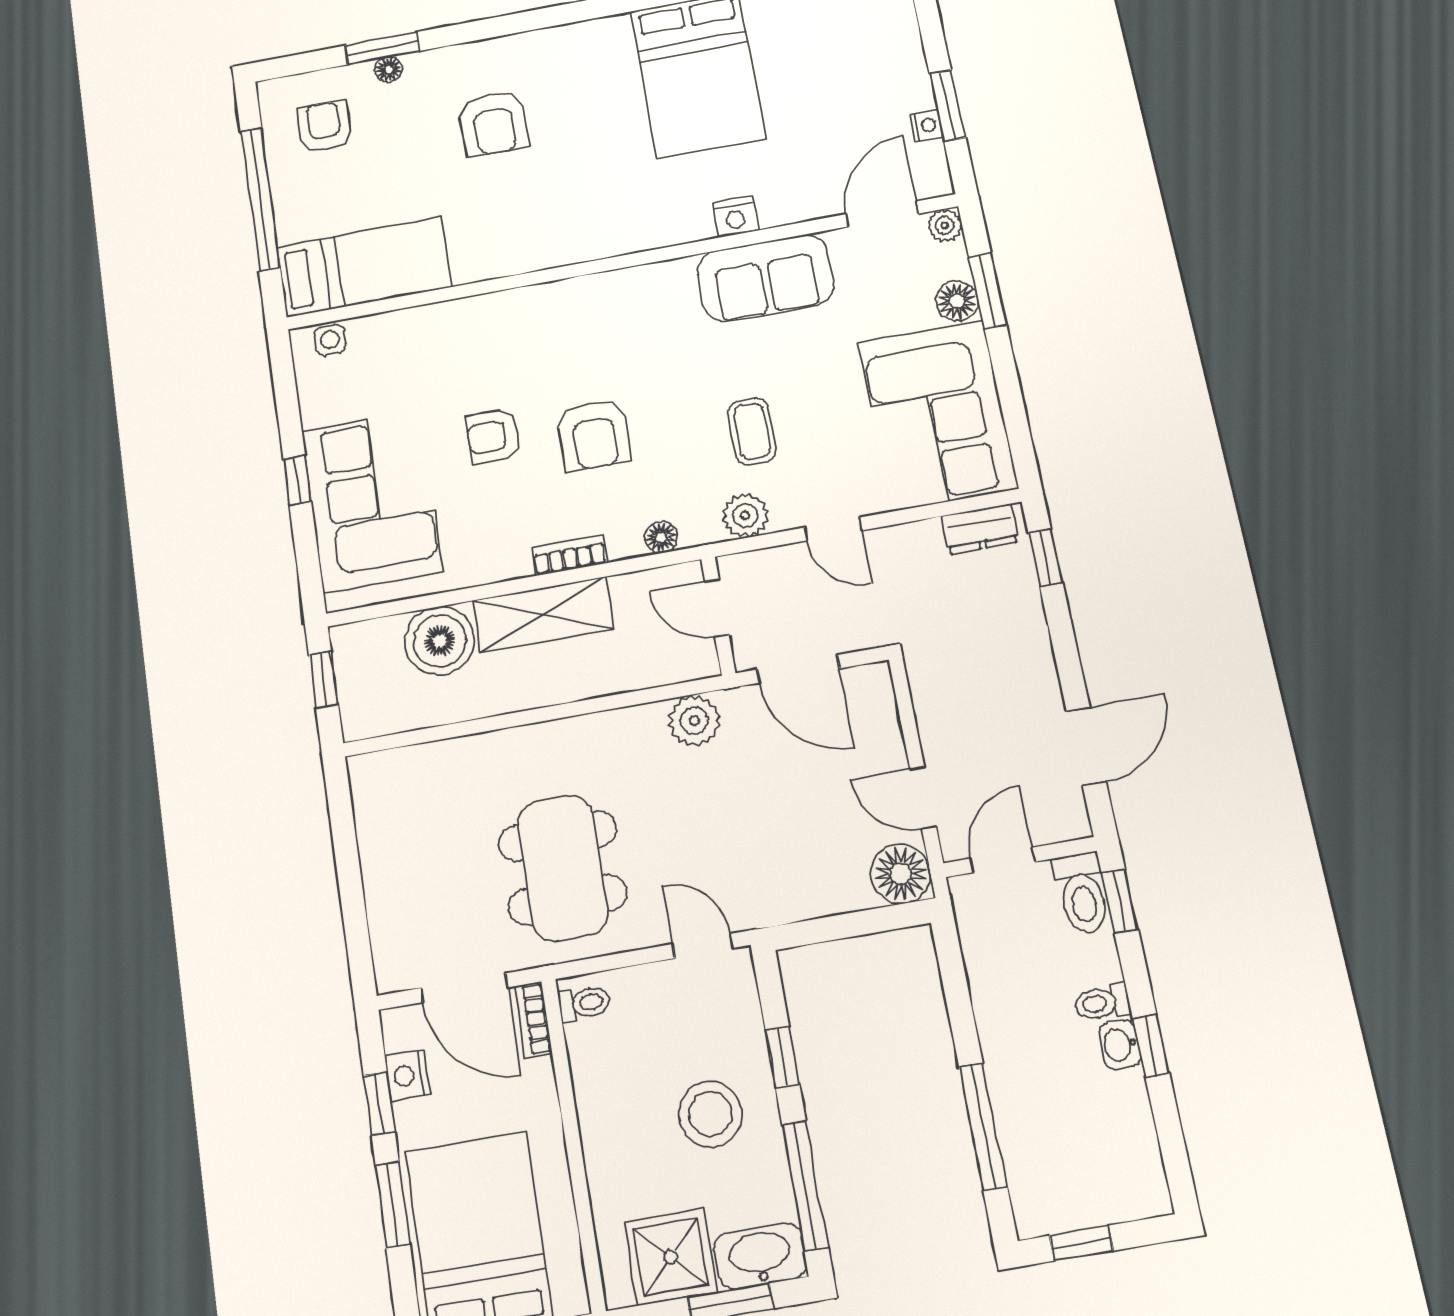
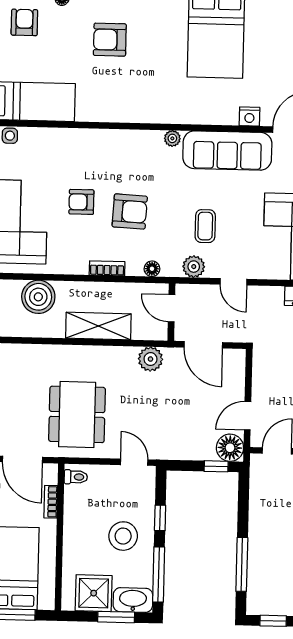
armchair: (494, 123) -> (110, 40), turned 90
nightstand: (735, 217) -> (249, 117), moved
plant: (652, 278) -> (172, 138), added
sofa: (765, 278) -> (227, 151), width x1.36
armchair: (594, 435) -> (130, 212), turned -87
shelving: (543, 615) -> (98, 326), moved
door: (923, 798) -> (248, 416), hinge flipped
window: (880, 920) -> (216, 466), added
bookcase: (533, 1019) -> (51, 502), moved

